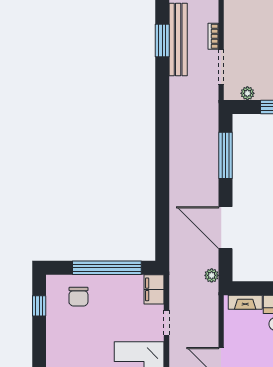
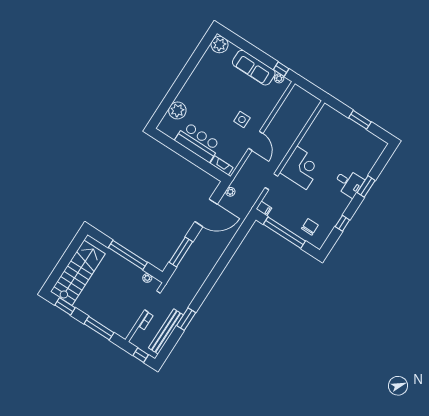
window: (162, 40) -> (186, 319), moved
door: (225, 228) -> (206, 213), hinge flipped
filing cabinet: (154, 289) -> (264, 208), width x0.50
window: (39, 306) -> (342, 223), moved

